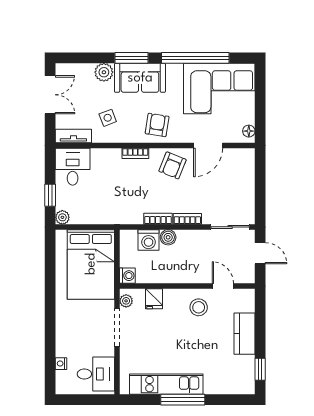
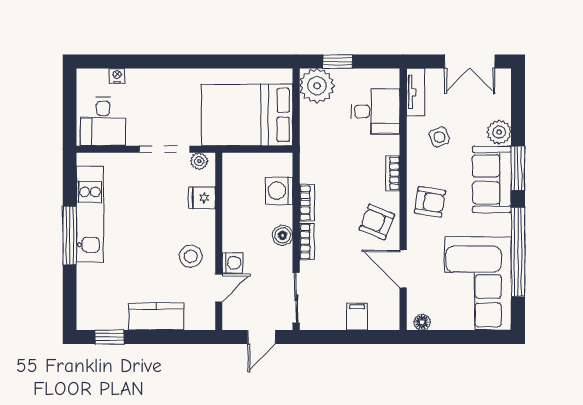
desk: (73, 167) -> (375, 111), moved
filing cabinet: (244, 181) -> (357, 316), added
plant: (62, 217) -> (317, 86), width x1.87, depth x1.87
boiler: (168, 237) -> (283, 235), moved
washing machine: (127, 276) -> (232, 263), moved, turned -90

